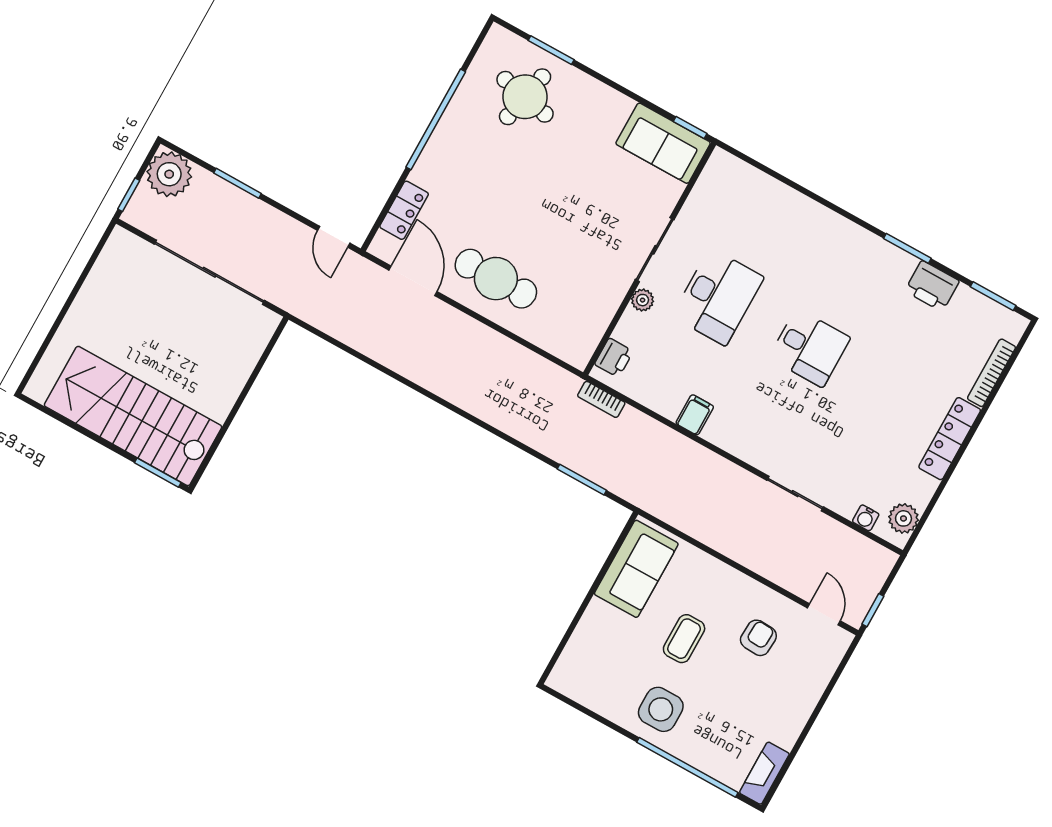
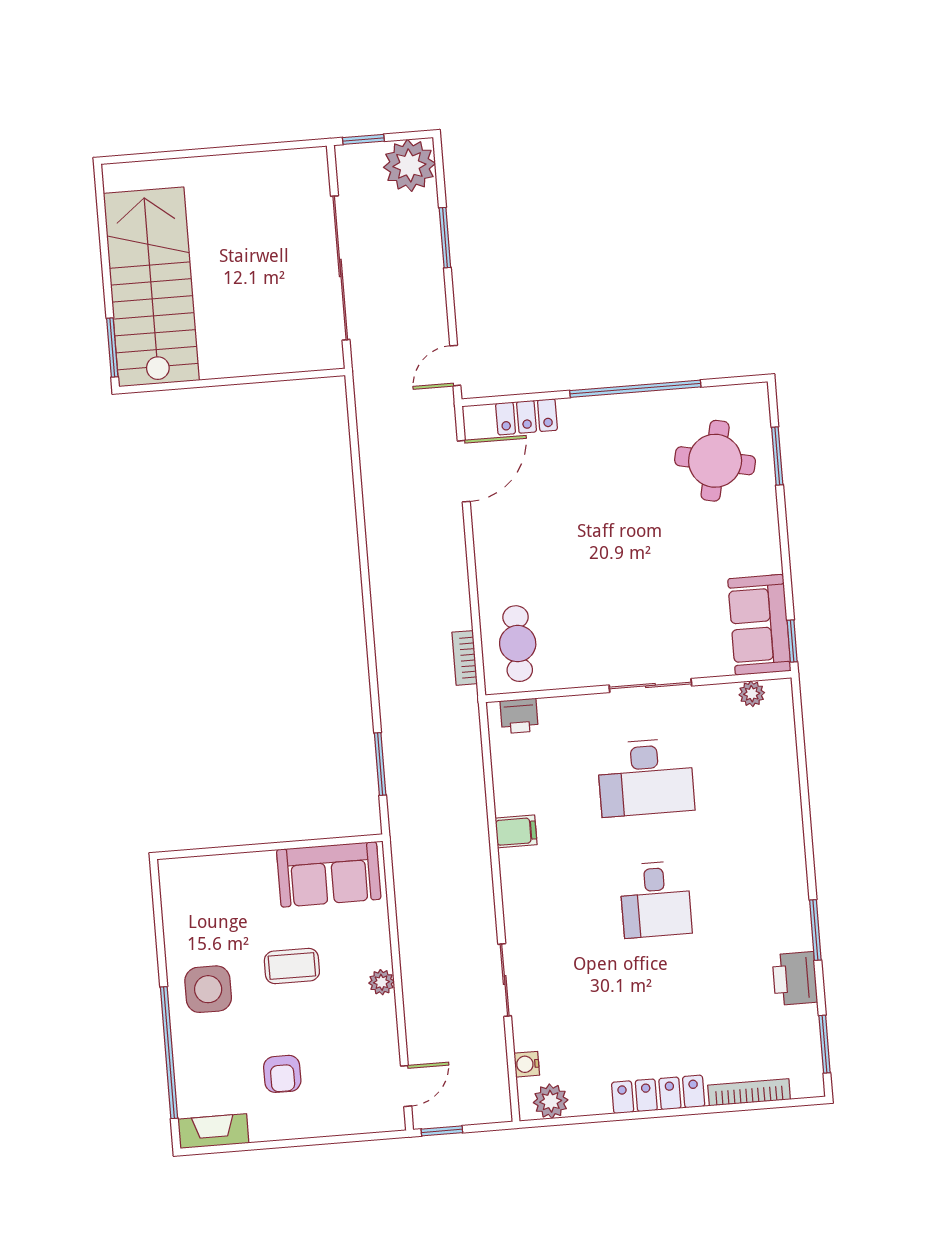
cafe table: (496, 279) -> (518, 644), moved, width x0.73, depth x0.74
plant: (643, 300) -> (752, 694), moved
bookcase: (601, 399) -> (465, 658), moved
plant: (738, 582) -> (381, 982), added
armchair: (758, 638) -> (282, 1074), moved, turned 87

